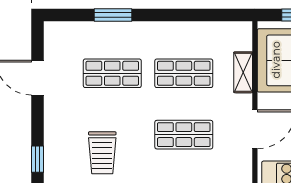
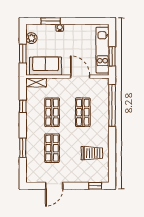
window: (196, 15) -> (23, 106), added
shelving: (243, 72) -> (36, 82), moved

